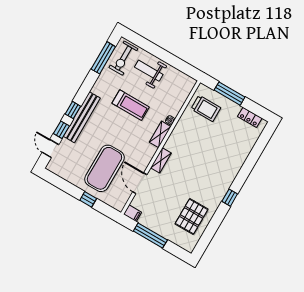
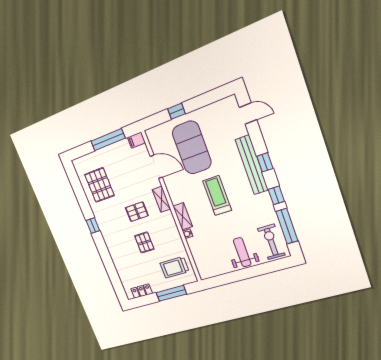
weight bench: (149, 71) -> (242, 252), turned -90
treadmill: (131, 105) -> (217, 196), moved, turned 90
window: (61, 130) -> (276, 195), moved
pallet: (207, 147) -> (144, 242), added
pallet: (187, 171) -> (137, 212), added

